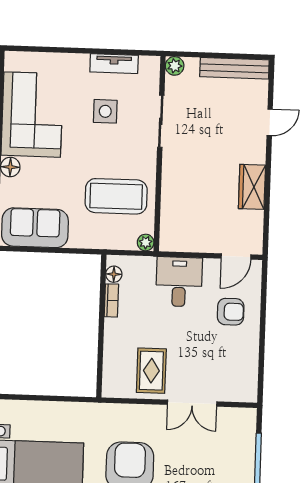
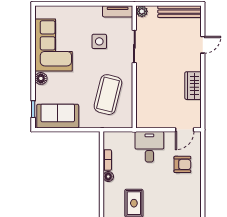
tv unit: (114, 64) -> (118, 11), moved
coffee table: (116, 196) -> (108, 95), turned -76
plant: (146, 242) -> (127, 123), removed
floor lamp: (114, 274) -> (108, 177), moved

